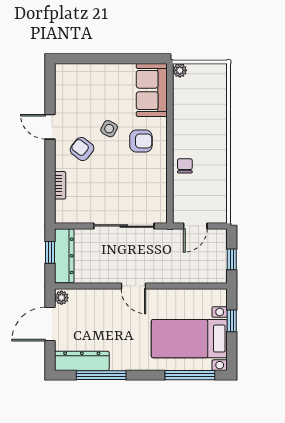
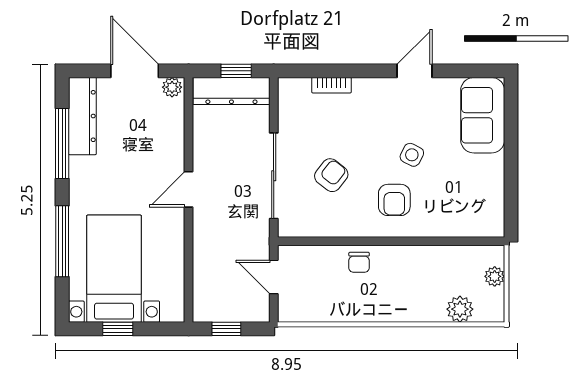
plant: (180, 70) -> (495, 276), moved
sofa: (152, 90) -> (483, 115), moved, turned -90
plant: (218, 95) -> (460, 309), added
armchair: (82, 149) -> (331, 175), moved
chair: (185, 166) -> (359, 262), turned 90
window: (232, 321) -> (118, 329), moved
window: (190, 375) -> (62, 241), moved

